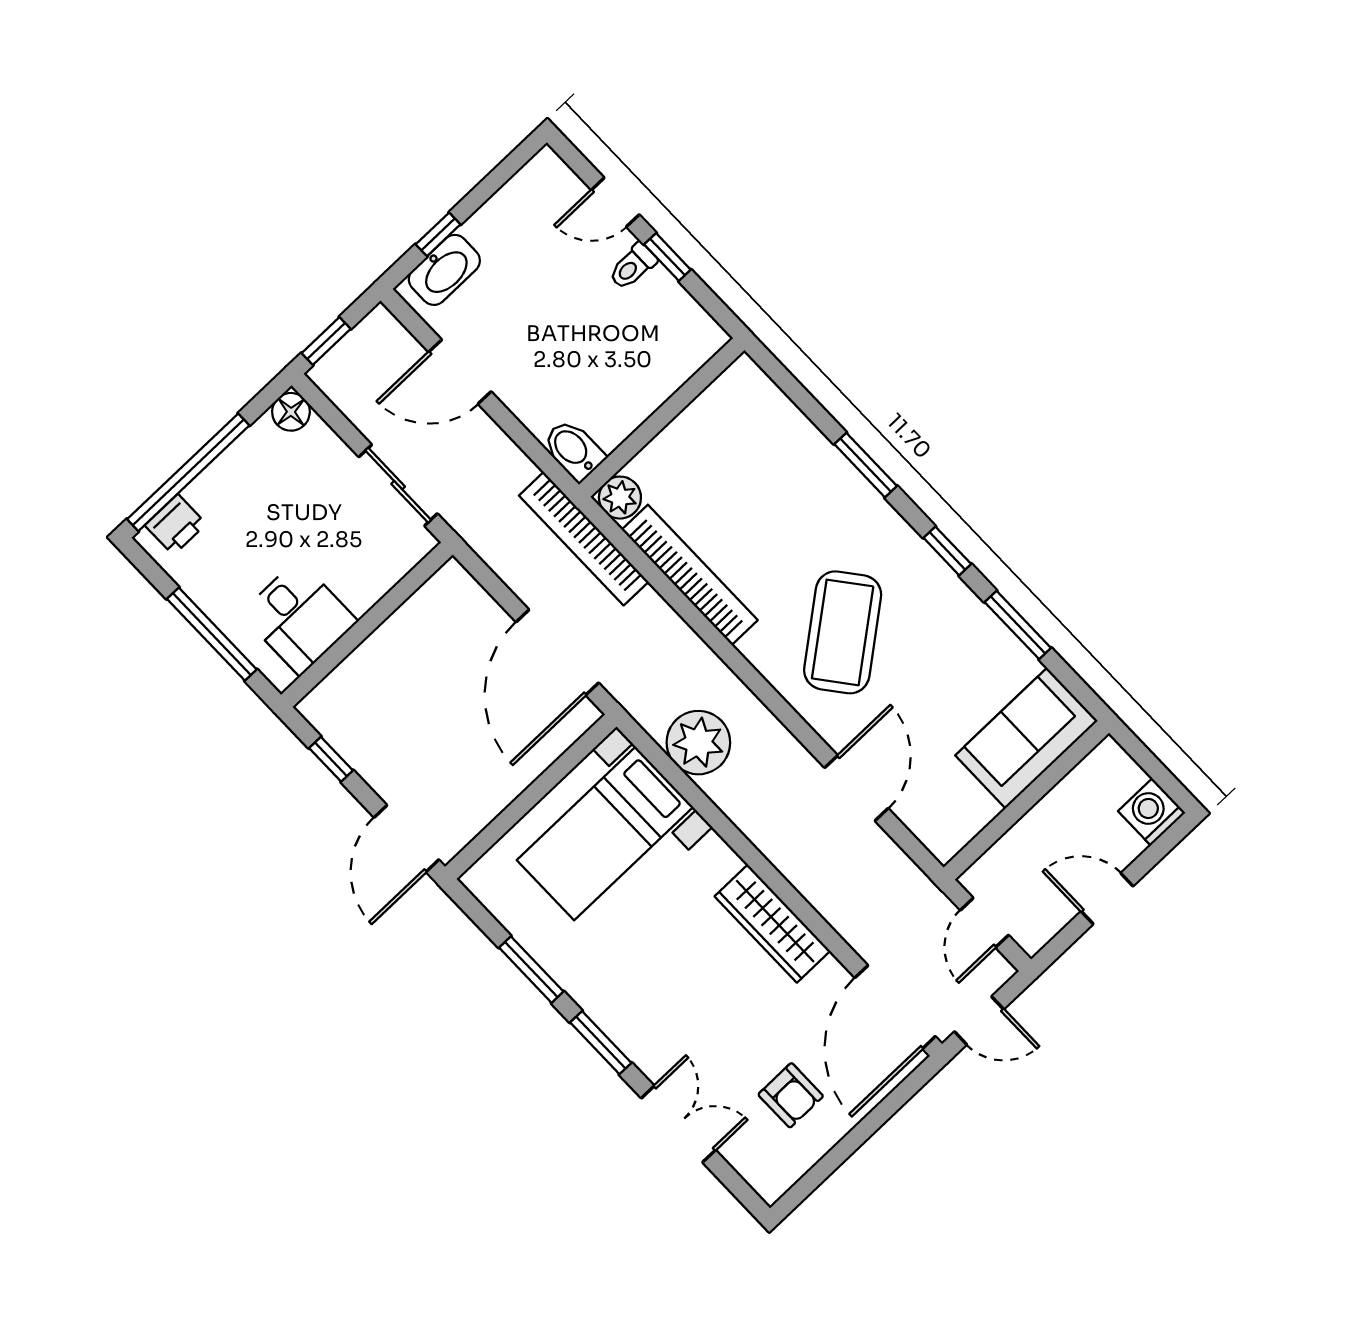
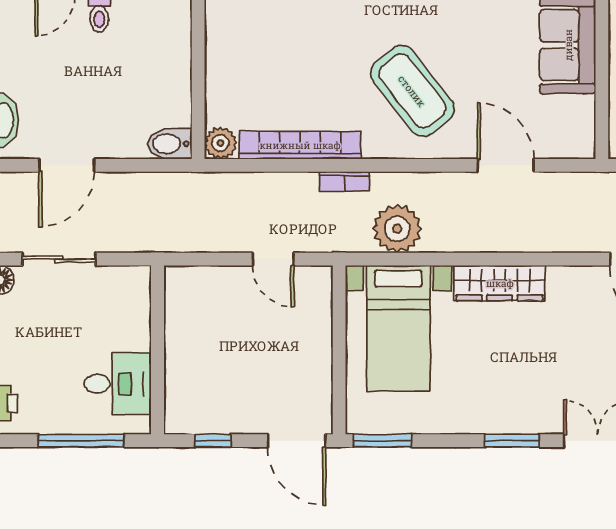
sliding door: (398, 485) -> (59, 259), moved
bookcase: (584, 539) -> (345, 182), moved, width x0.43, depth x0.76
door: (557, 652) -> (273, 259), width x0.53
wardrobe: (772, 924) -> (500, 283), moved
window: (531, 970) -> (382, 441), moved

